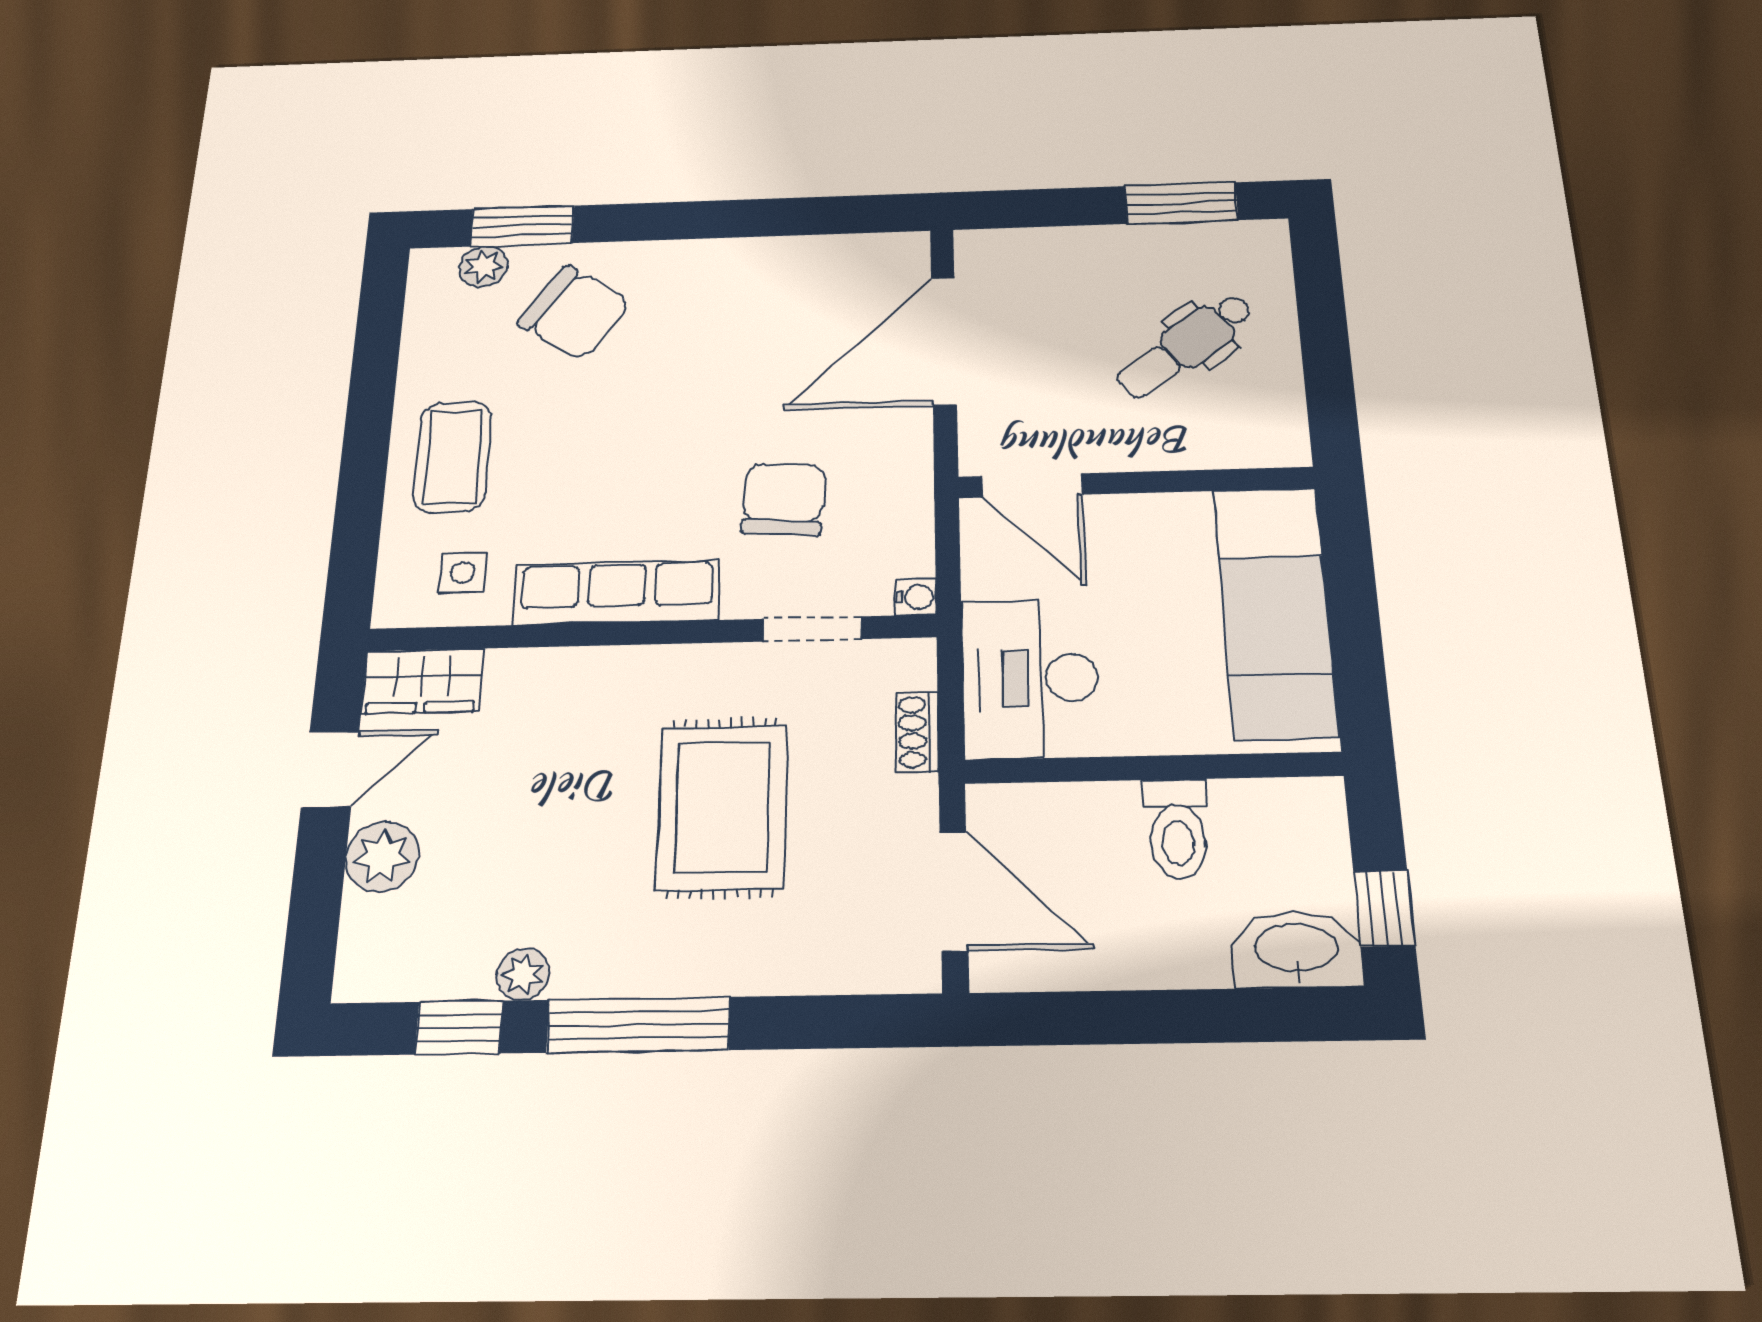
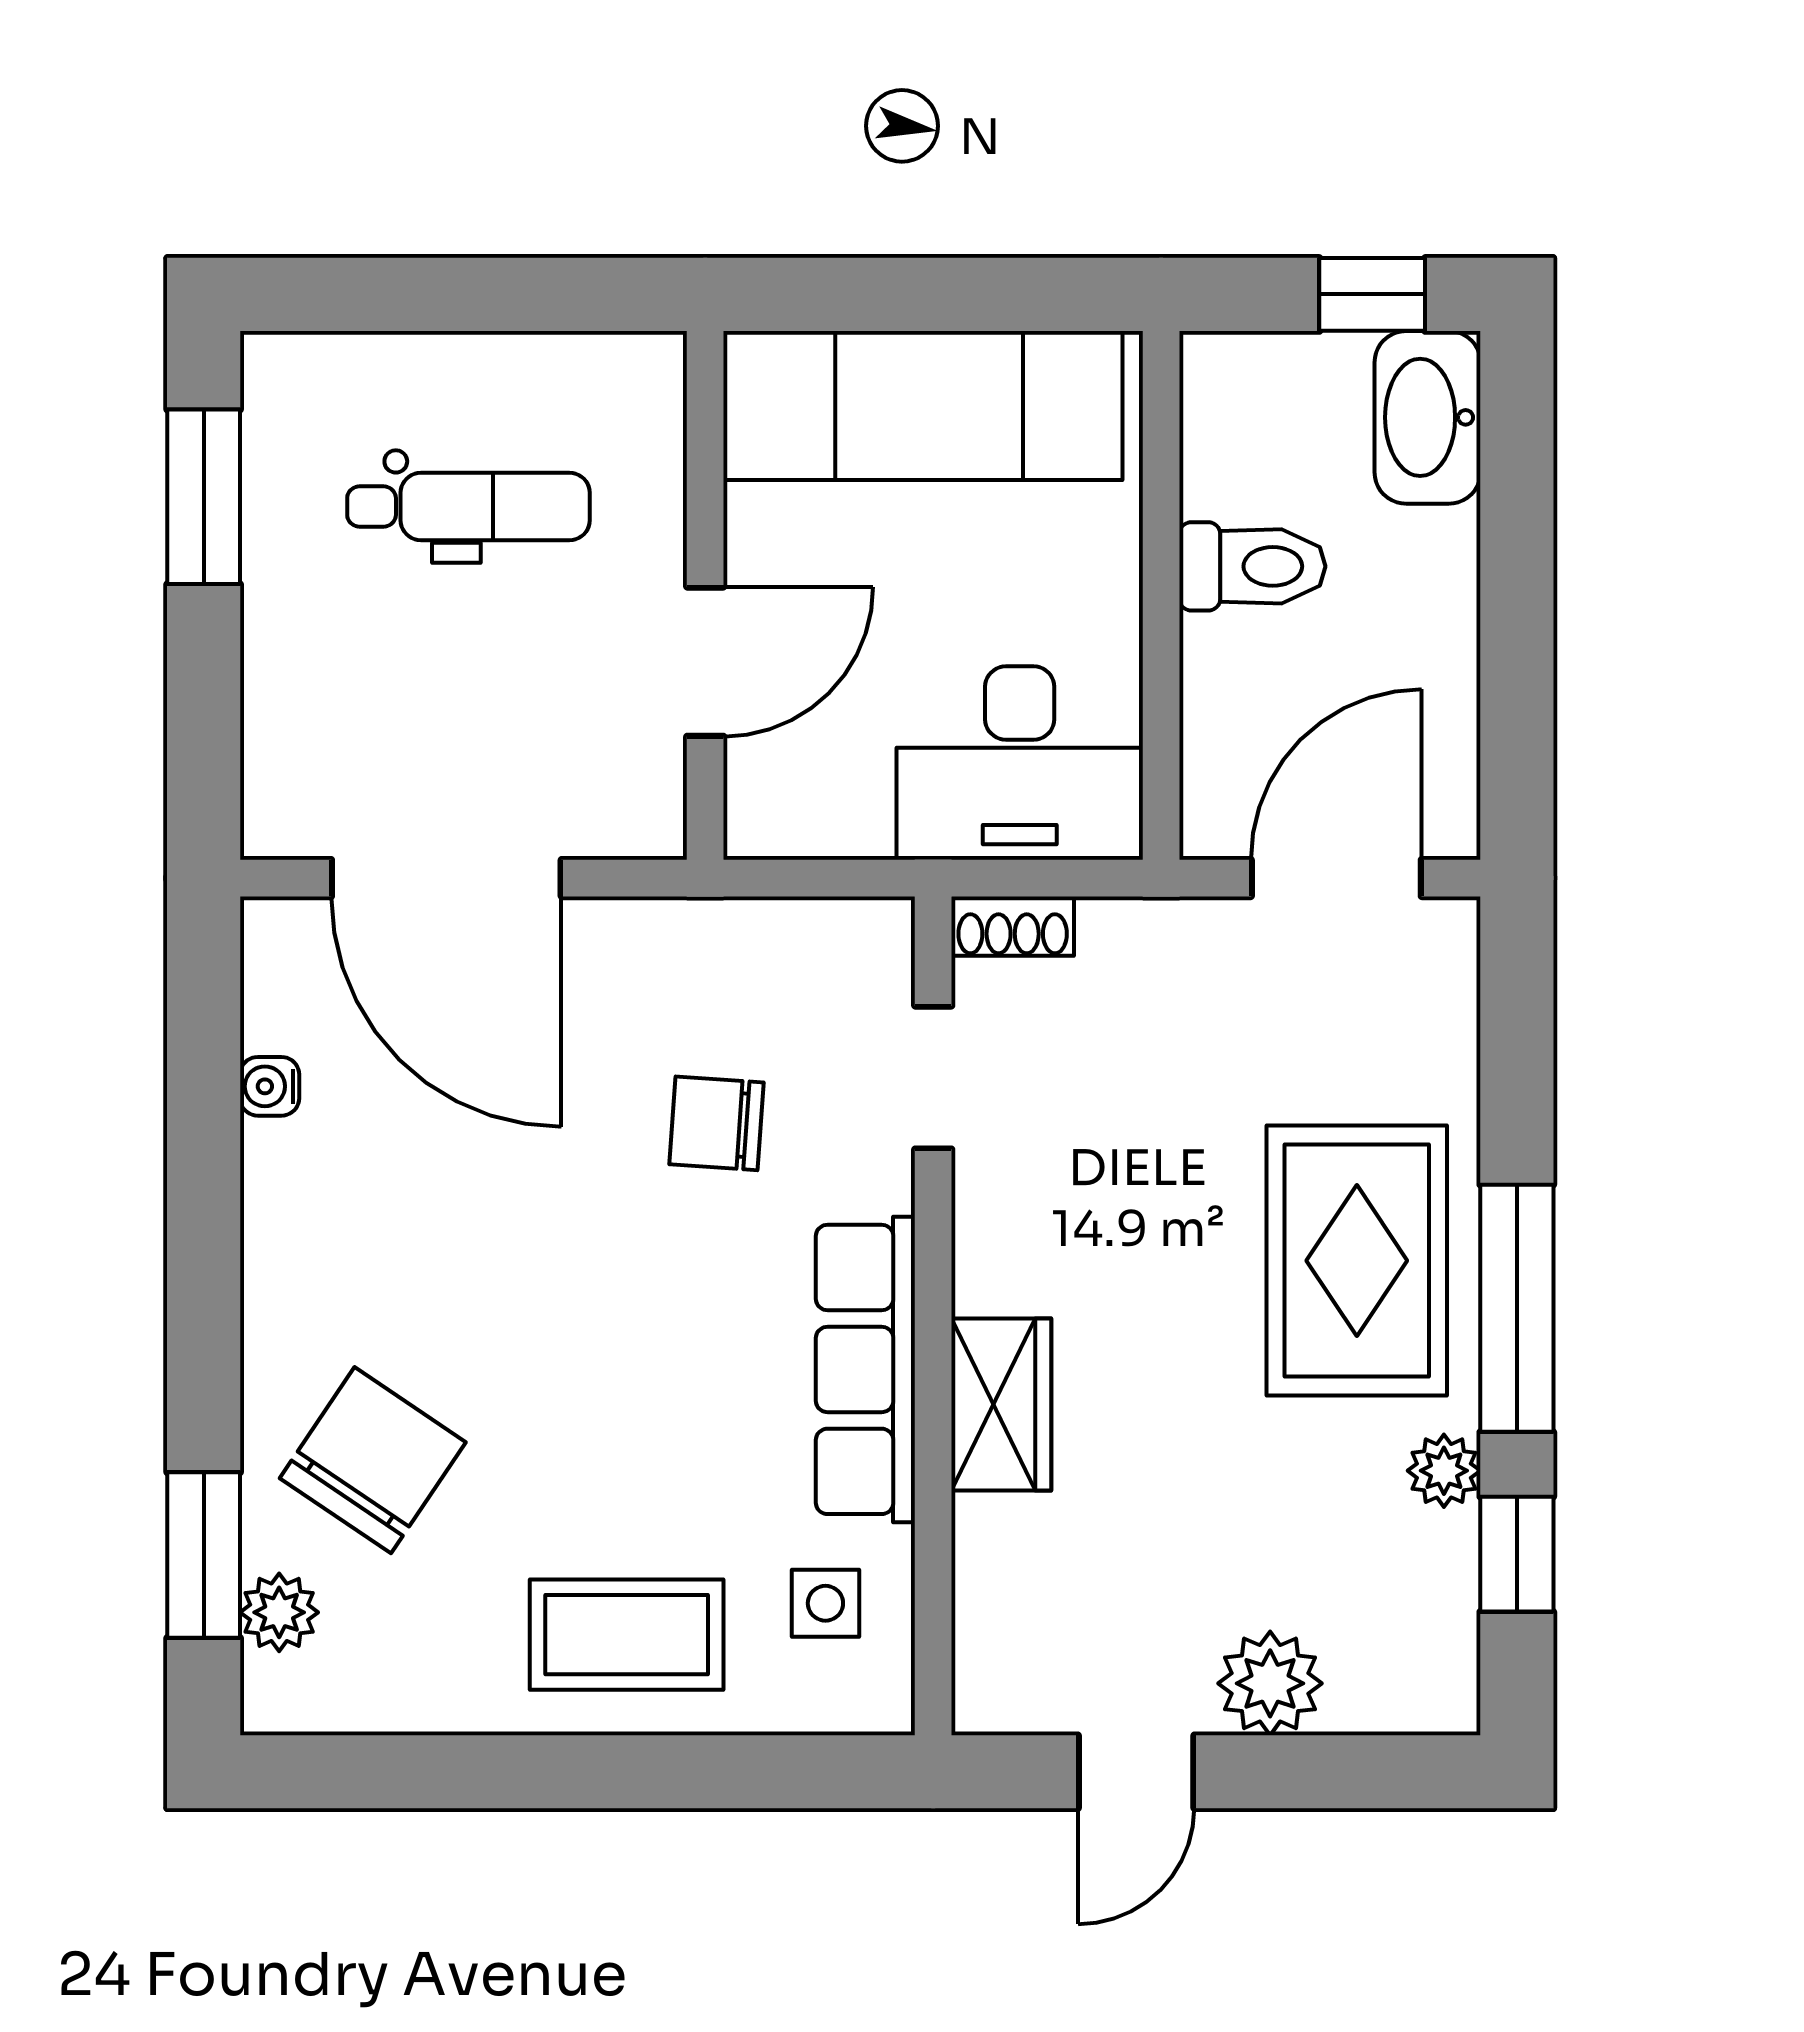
dental chair: (1186, 345) -> (469, 506), turned -52
door: (1032, 485) -> (705, 662), moved
chair: (784, 499) -> (717, 1123), width x0.73, depth x0.73
water cooler: (916, 597) -> (270, 1086), moved, turned -90
wardrobe: (422, 681) -> (1001, 1405), moved
shoe rack: (917, 732) -> (1013, 926), moved
door: (330, 769) -> (1136, 1772), swing flipped
rug: (722, 807) -> (1357, 1261), moved, turned 90

